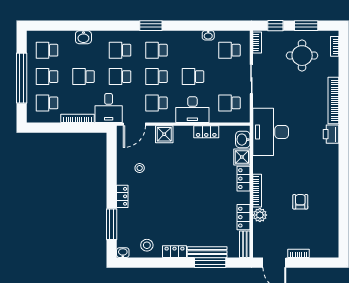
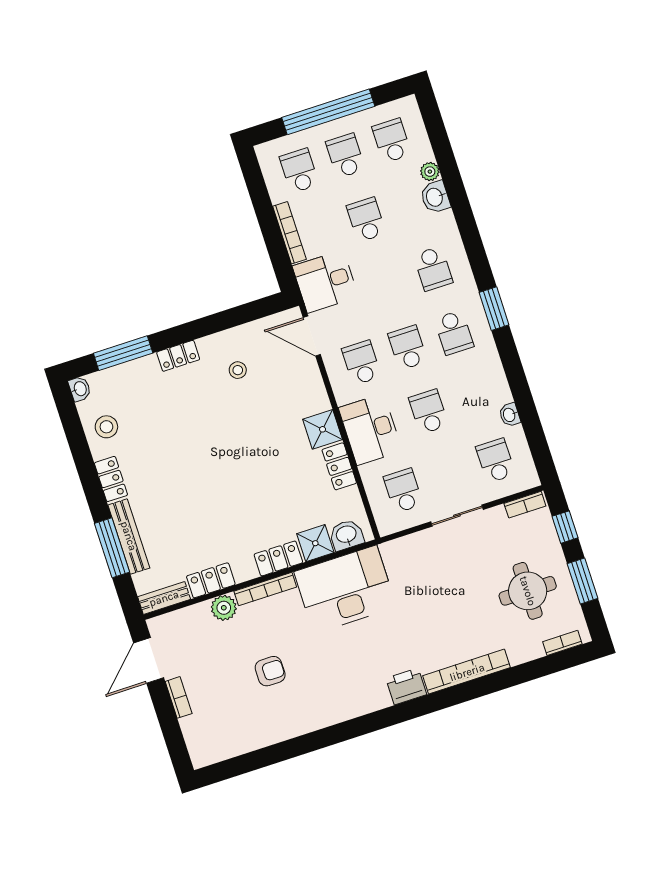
plant: (69, 36) -> (430, 172), added
school desk: (120, 50) -> (433, 269), turned 180
school desk: (156, 50) -> (454, 333), turned 180
school desk: (120, 77) -> (387, 284), removed
desk: (271, 132) -> (345, 589), moved
shower: (164, 134) -> (323, 429), moved

